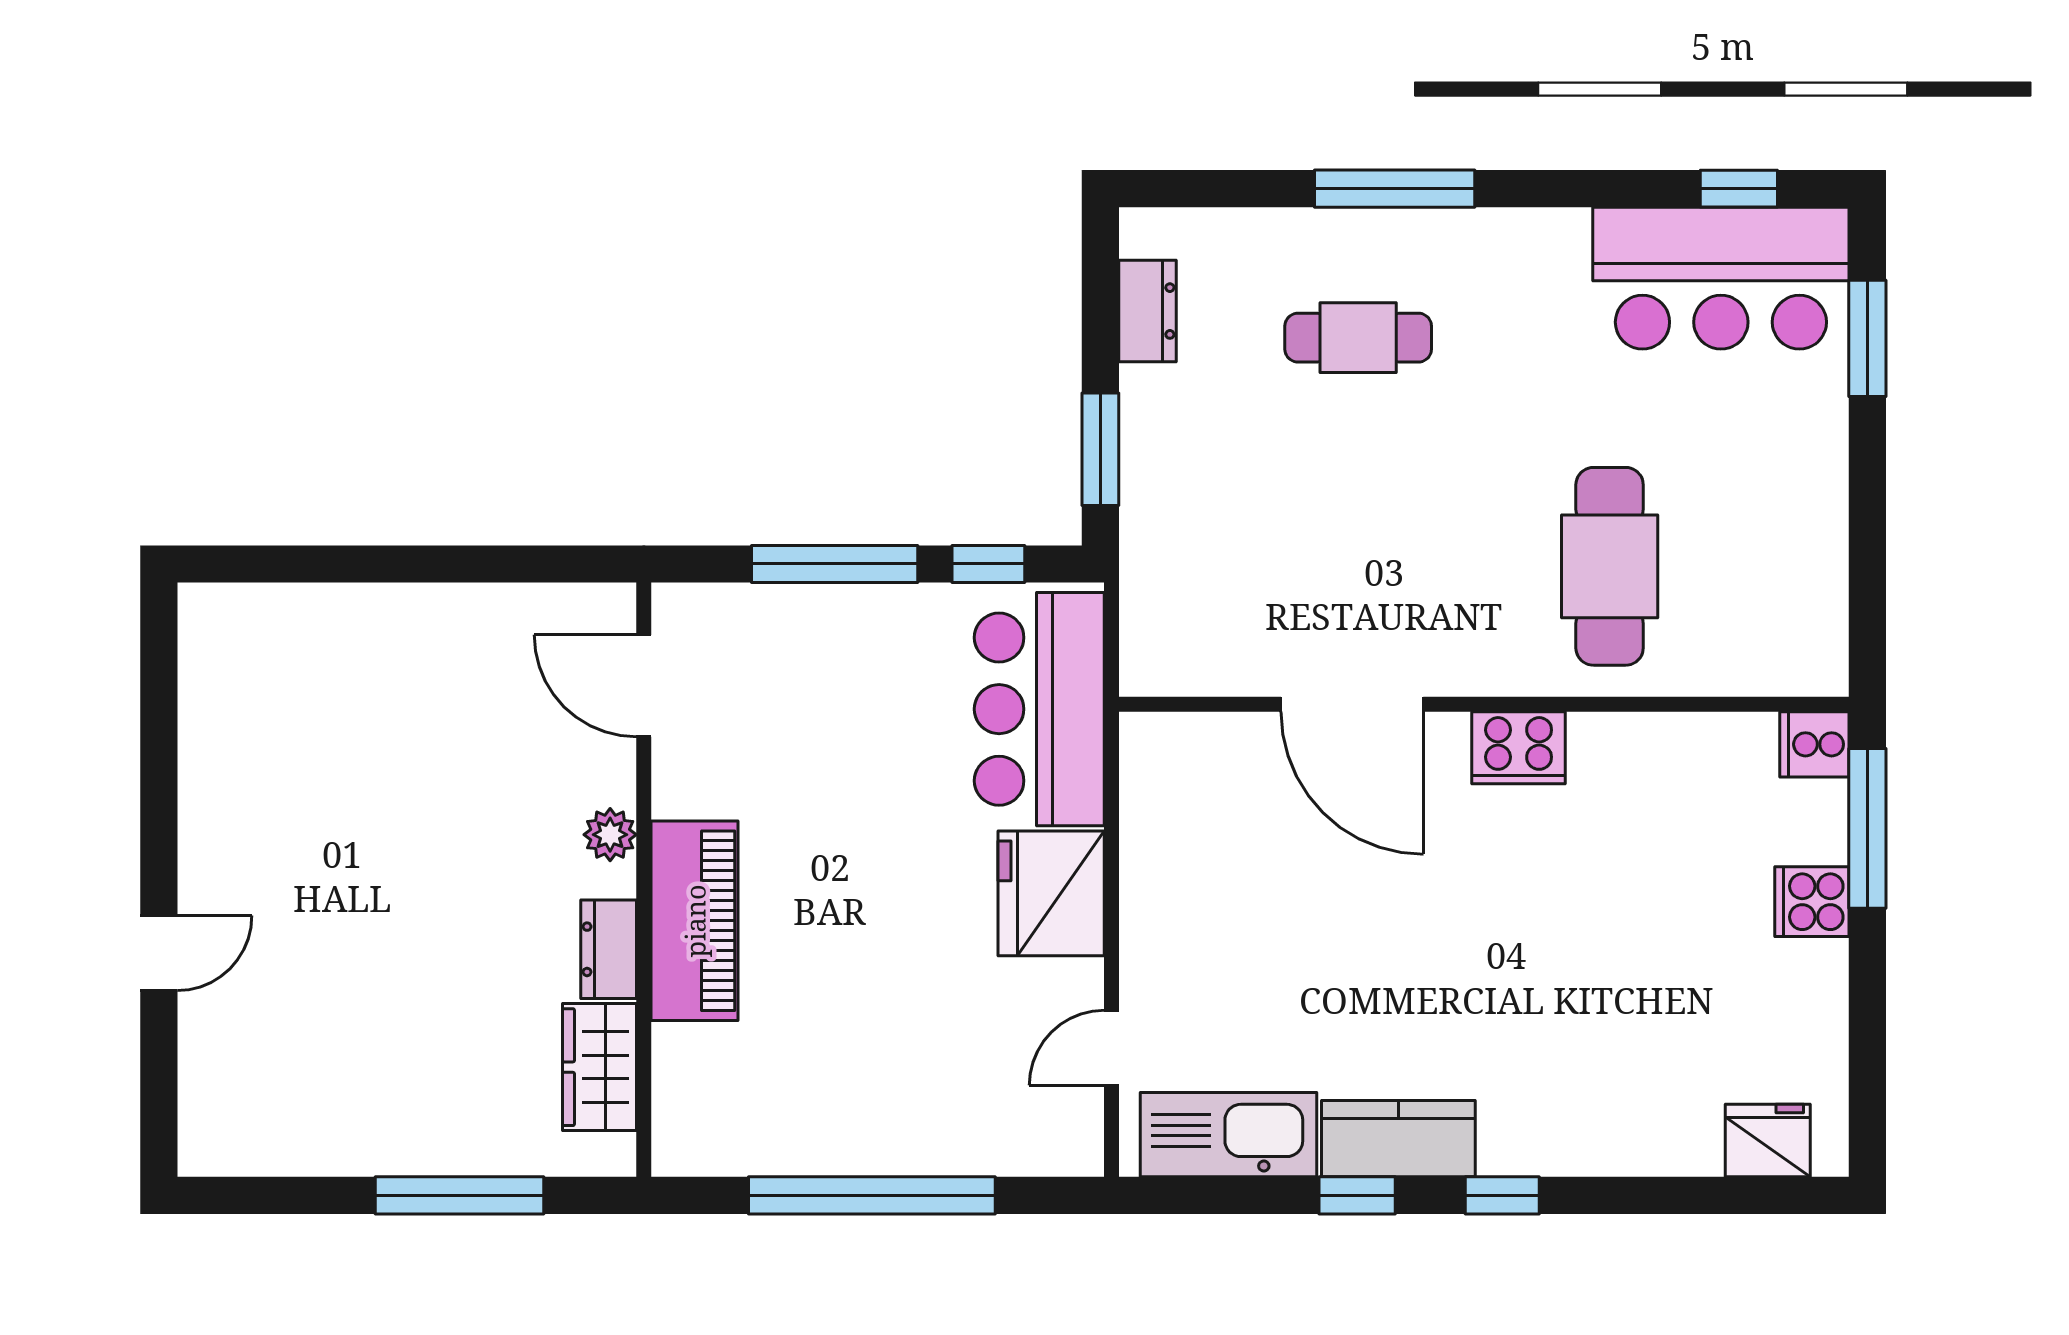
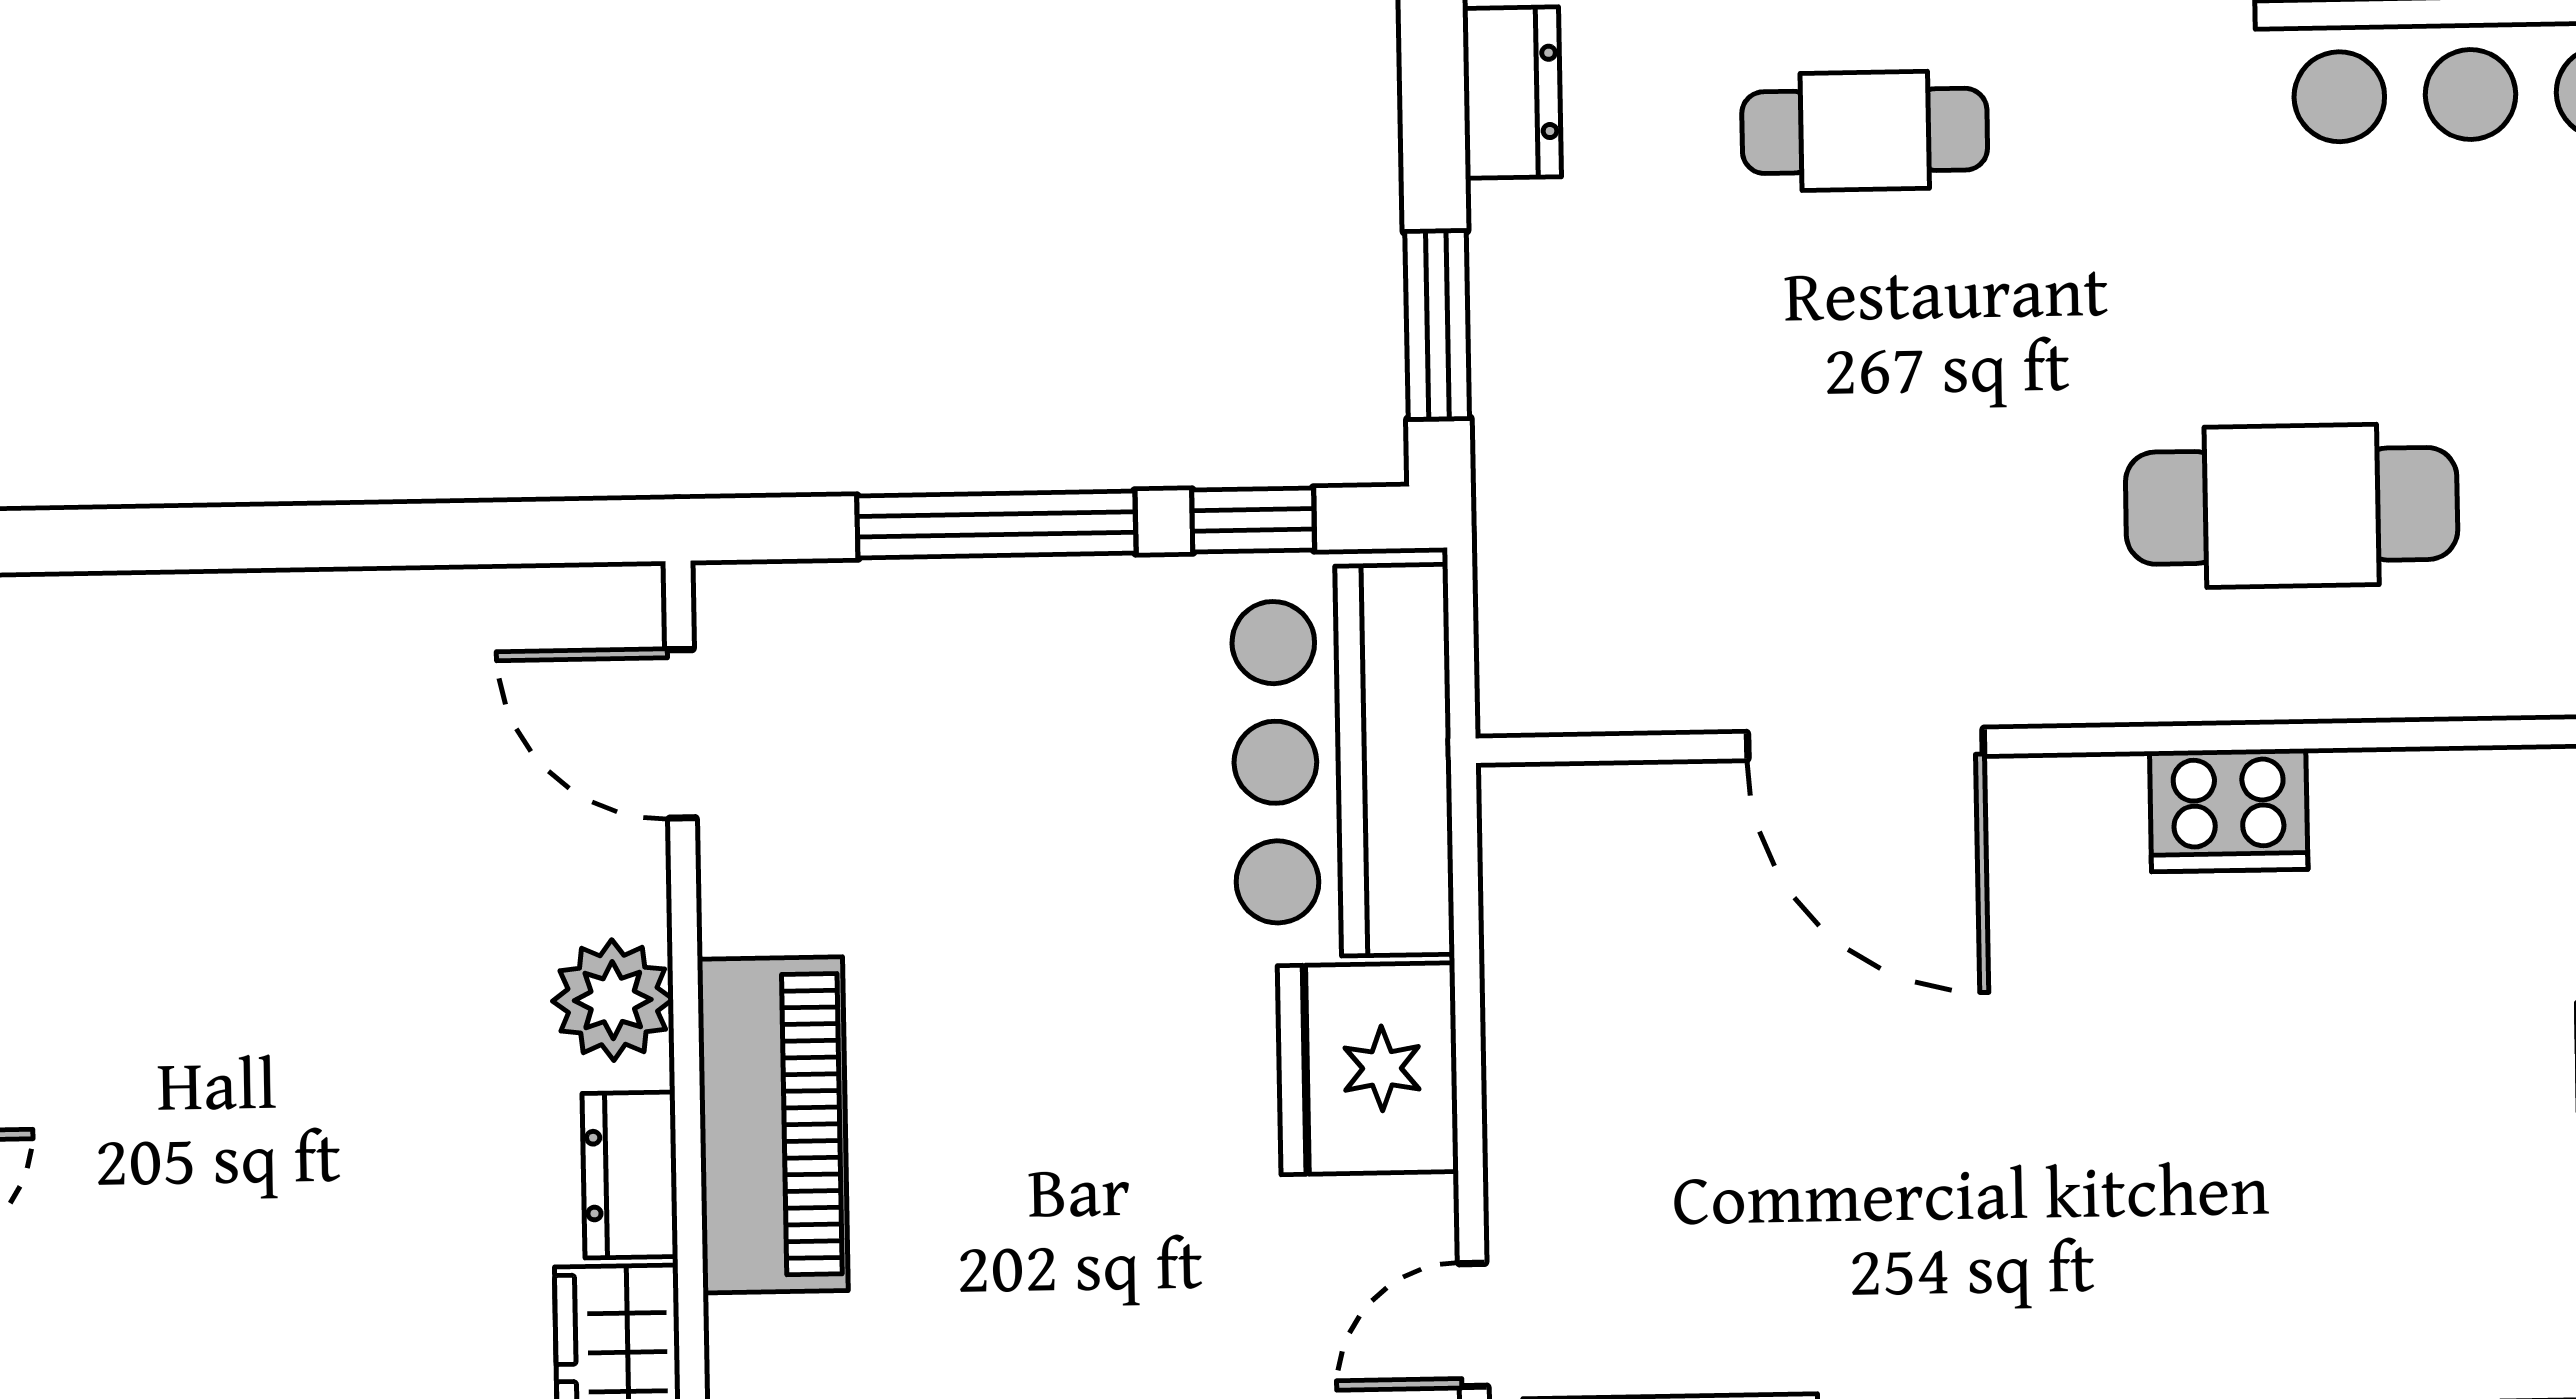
cafe table: (1610, 566) -> (2292, 506), turned 90
cooker: (1519, 748) -> (2229, 810), moved
plant: (610, 835) -> (613, 1000), width x1.38, depth x1.38

